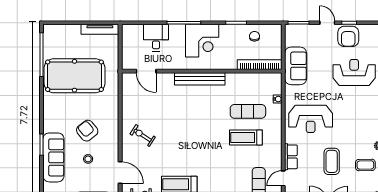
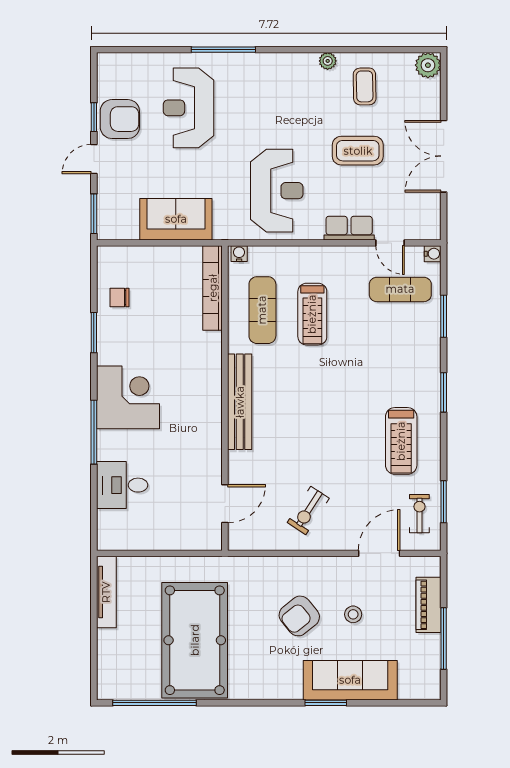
bookcase: (260, 65) -> (213, 288), moved
door: (146, 71) -> (225, 504), moved
wall: (202, 71) -> (225, 398), moved
bench: (200, 79) -> (240, 402), moved

